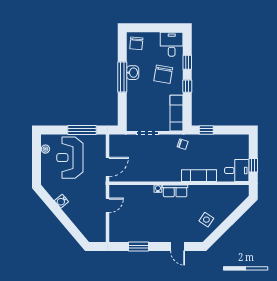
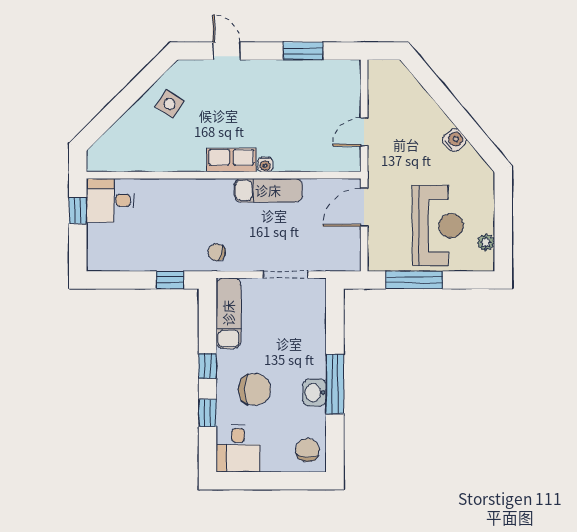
chair: (163, 74) -> (255, 389), turned 80
exam couch: (199, 176) -> (268, 190), moved

